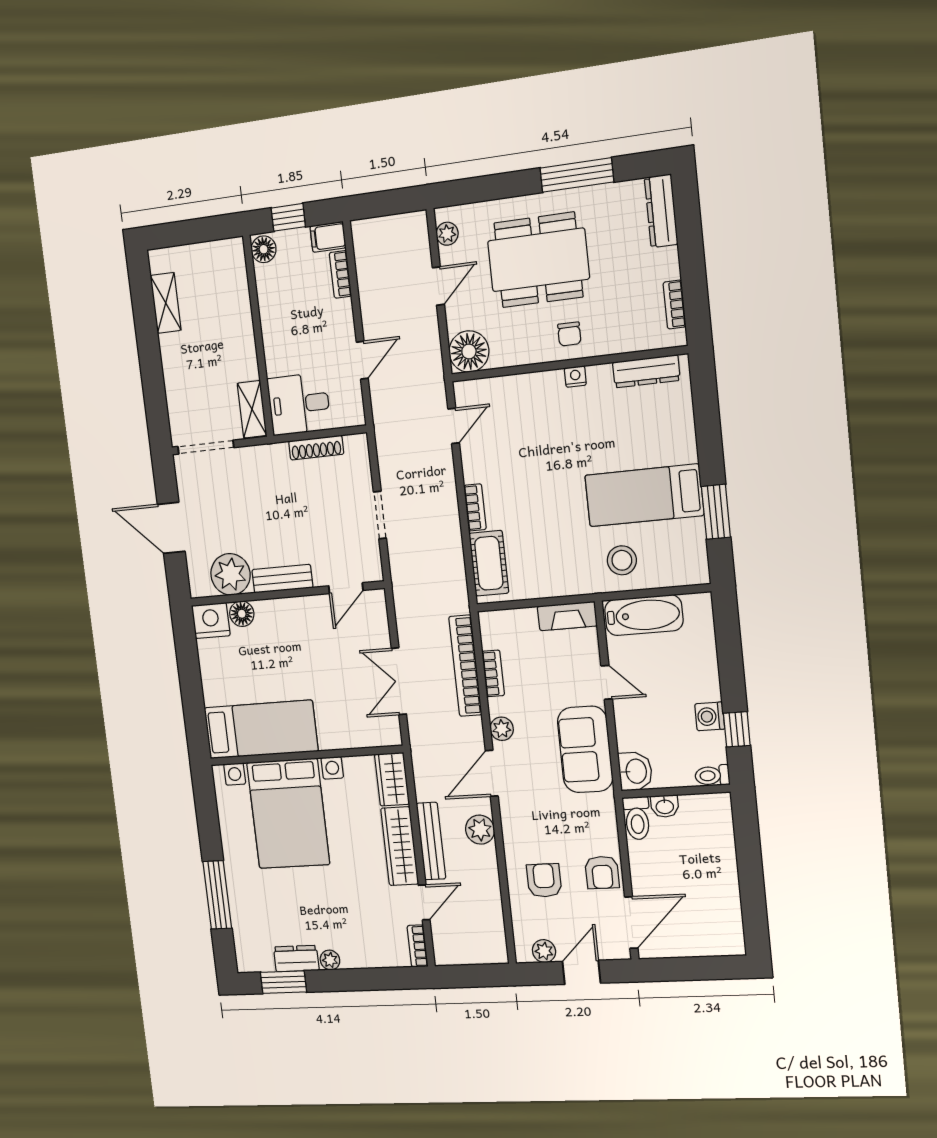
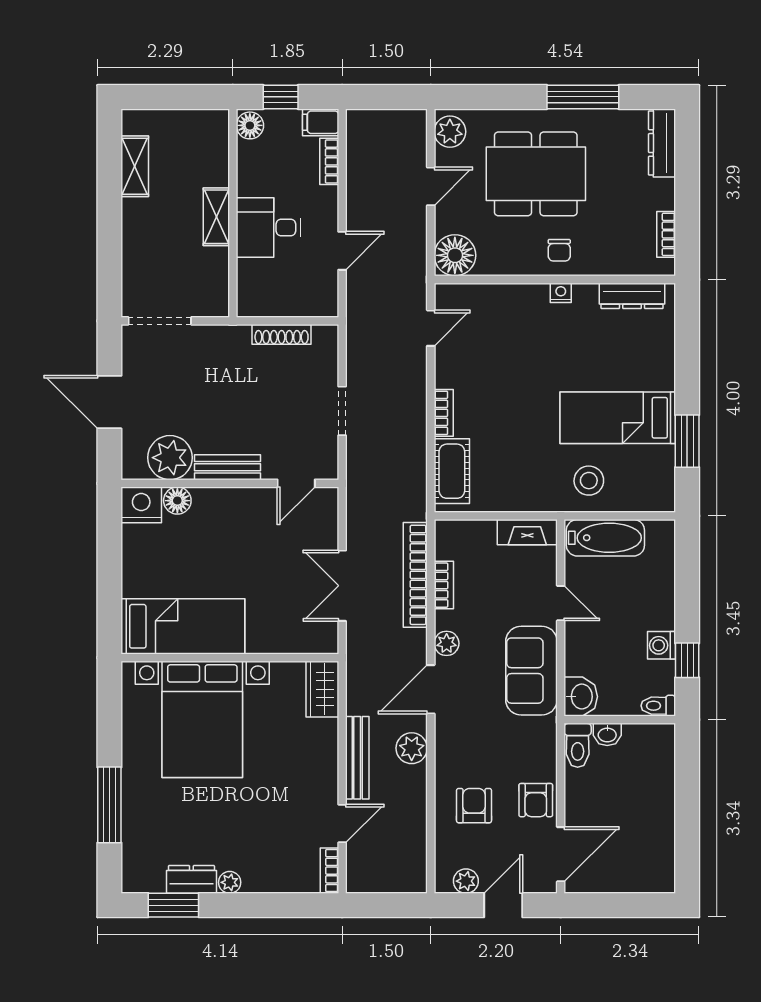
plant: (447, 234) -> (450, 132), width x1.38, depth x1.38
desk: (299, 404) -> (269, 228), moved
shelving: (252, 409) -> (216, 217), moved
wardrobe: (400, 846) -> (322, 761), removed

